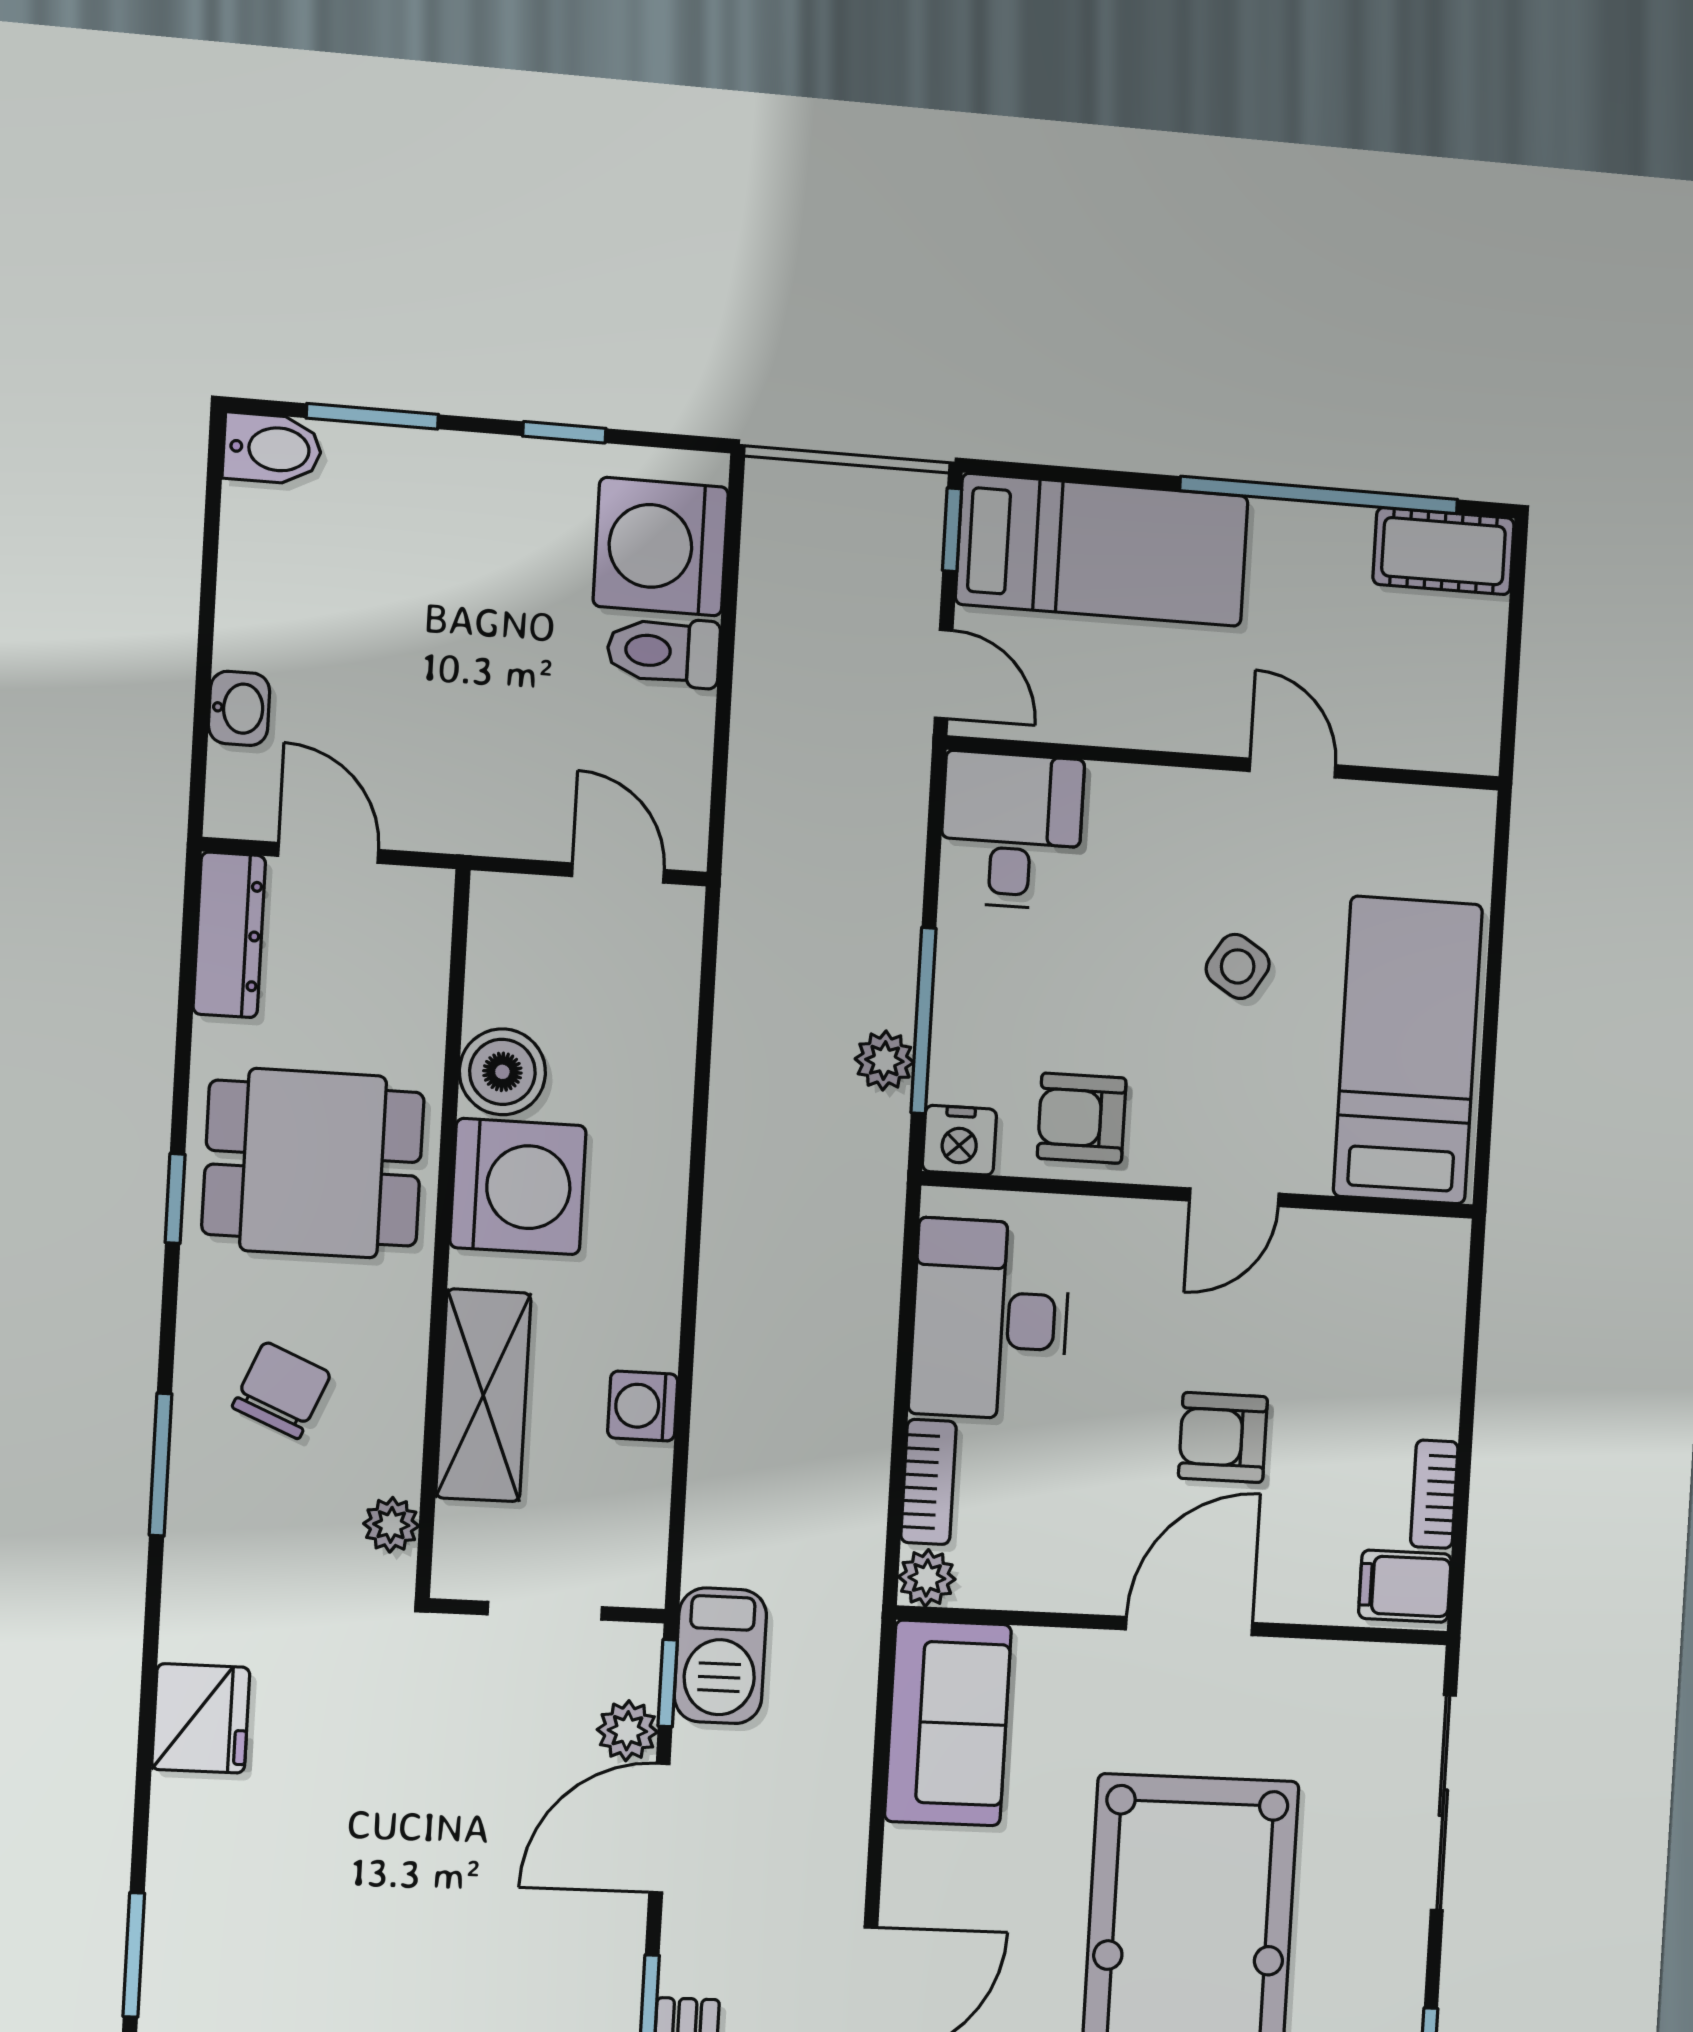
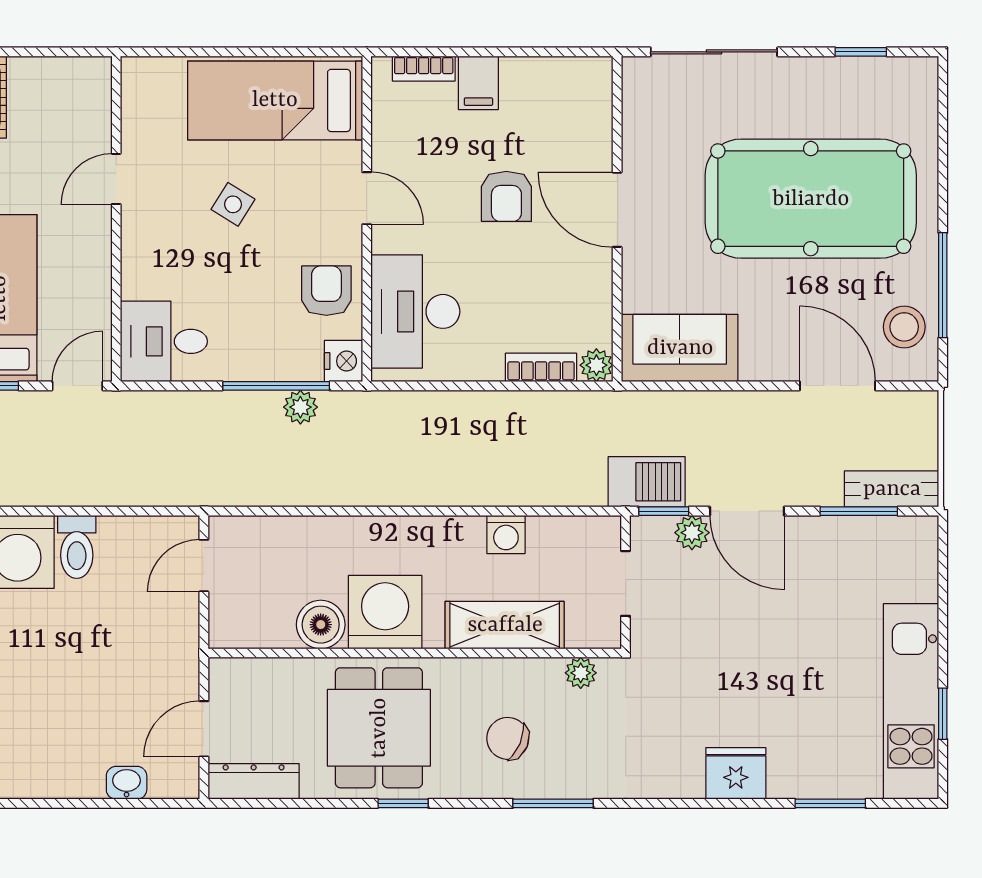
armchair: (1082, 1118) -> (326, 291), turned 180
desk: (990, 1319) -> (415, 311), moved, turned 90
bookcase: (1434, 1494) -> (424, 69), moved
filing cabinet: (1405, 1586) -> (478, 83), moved
fridge: (201, 1718) -> (736, 773), moved

